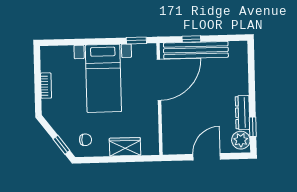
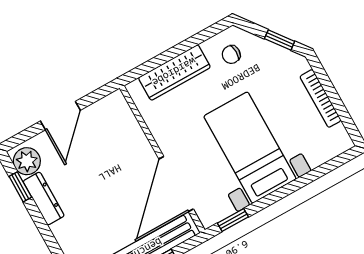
bookcase: (46, 86) -> (320, 98), width x1.56
window: (61, 145) -> (280, 40), moved
wardrobe: (125, 147) -> (174, 72), width x1.50

